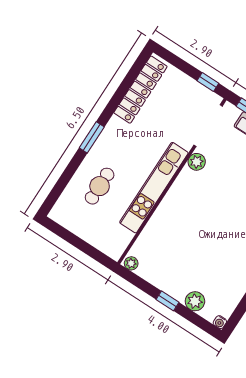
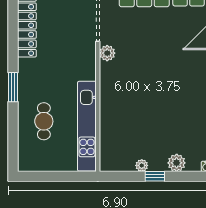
kitchen unit: (154, 188) -> (87, 126), moved
plant: (131, 263) -> (142, 165), moved

